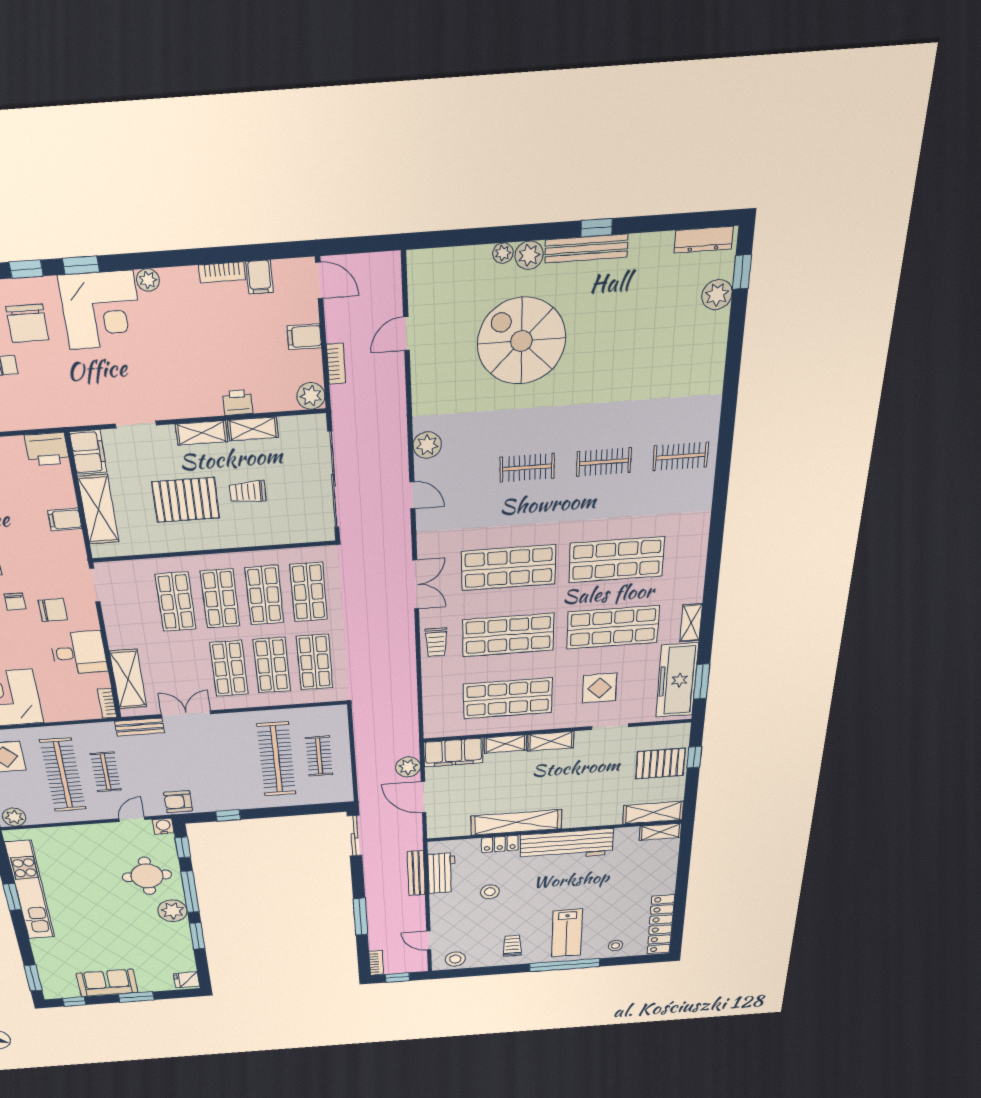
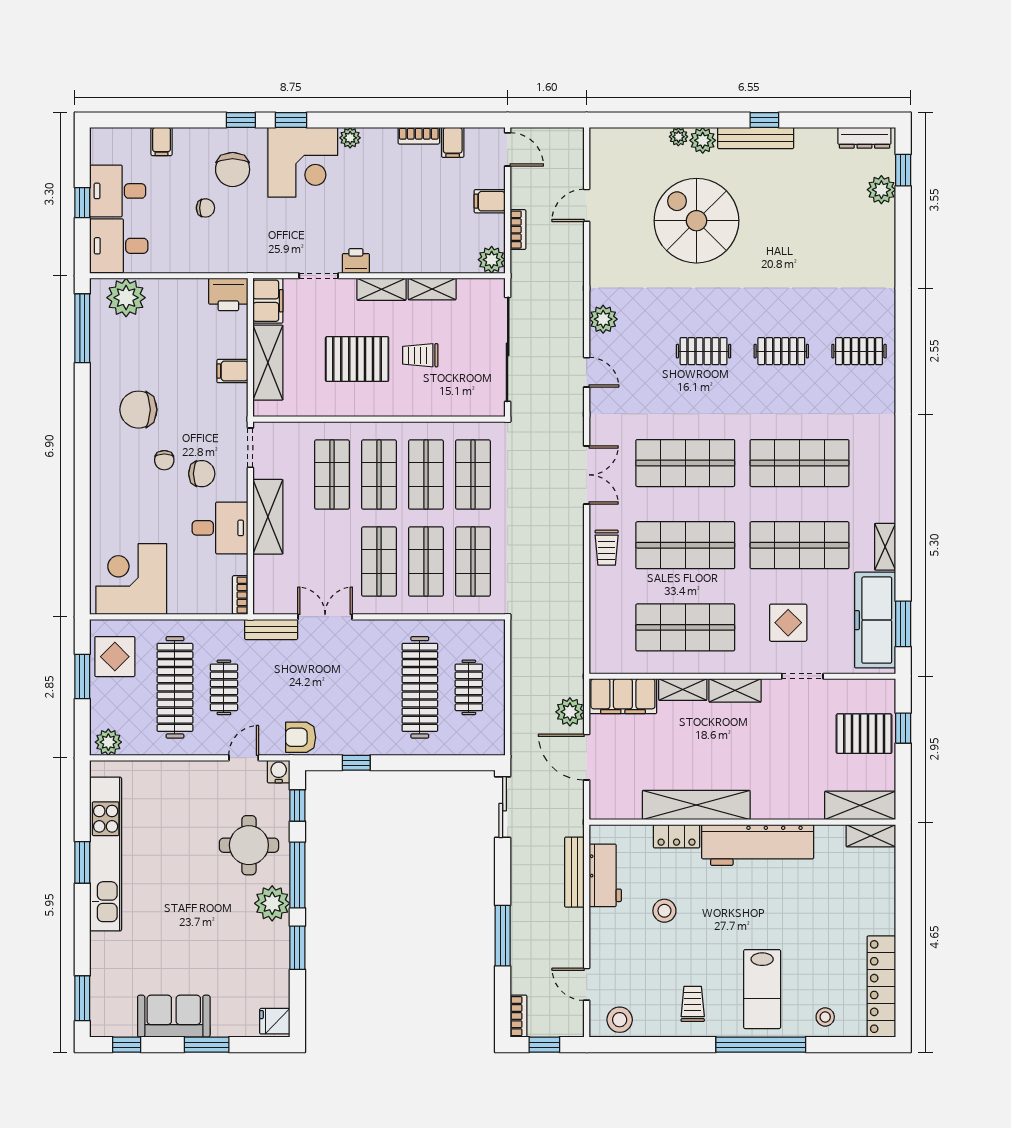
printer: (238, 402) -> (356, 261), moved
shelving: (128, 679) -> (268, 517), moved

